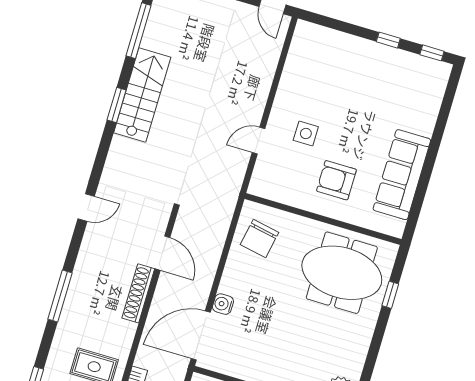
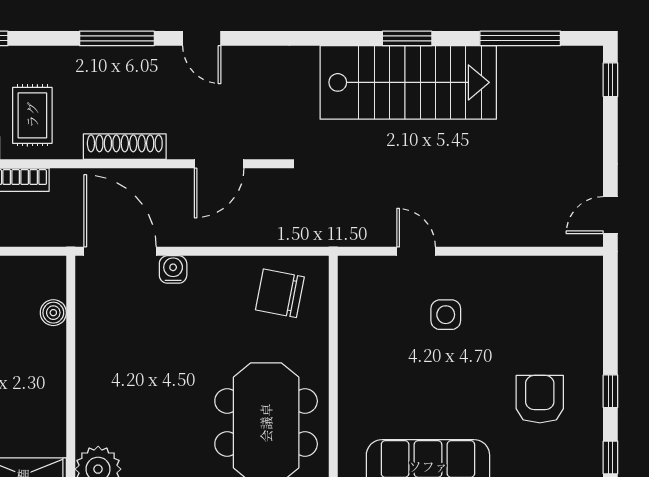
stairs: (142, 95) -> (408, 82), width x1.36, depth x1.51
armchair: (336, 180) -> (540, 399), moved
door: (86, 207) -> (202, 38), moved
shoe rack: (138, 293) -> (125, 147), moved

